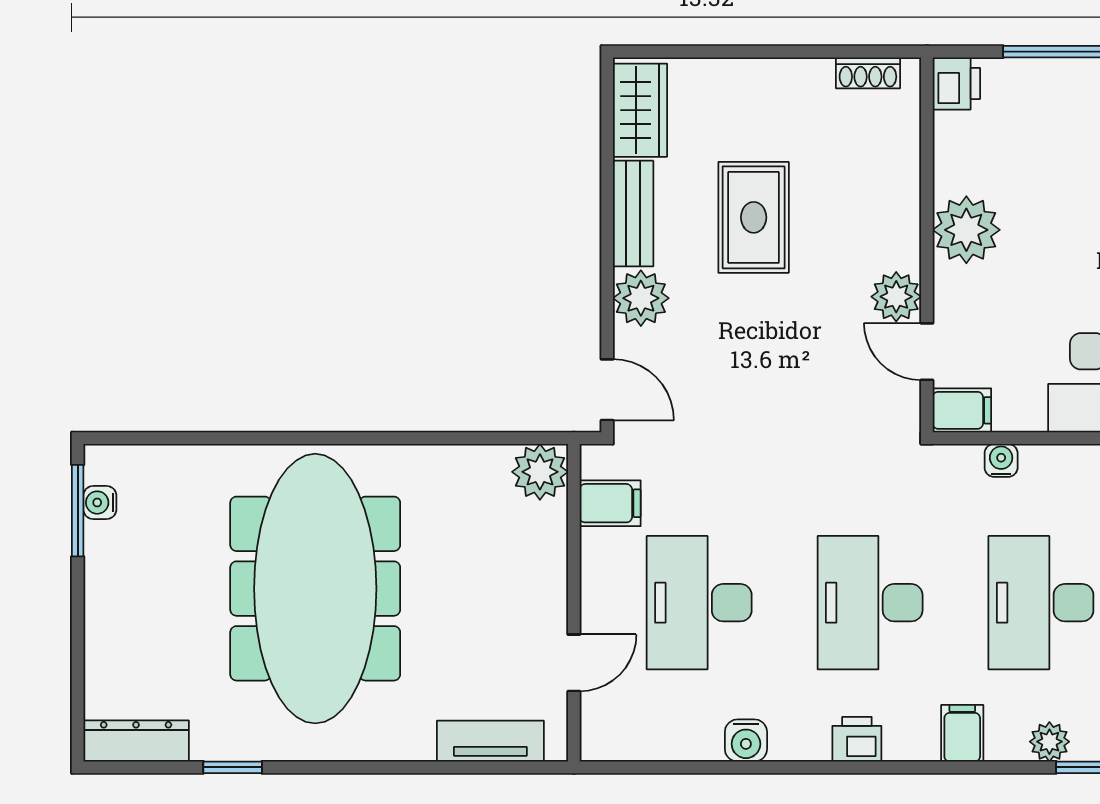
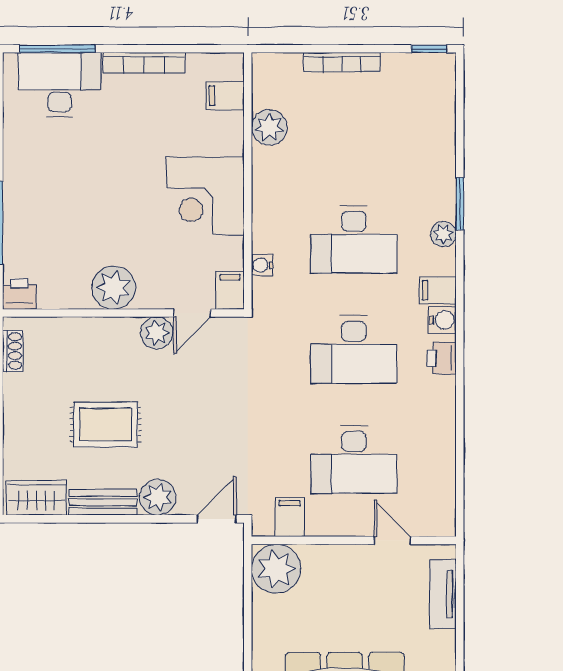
plant: (540, 472) -> (276, 569), width x1.36, depth x1.36
water cooler: (746, 740) -> (443, 320), moved

